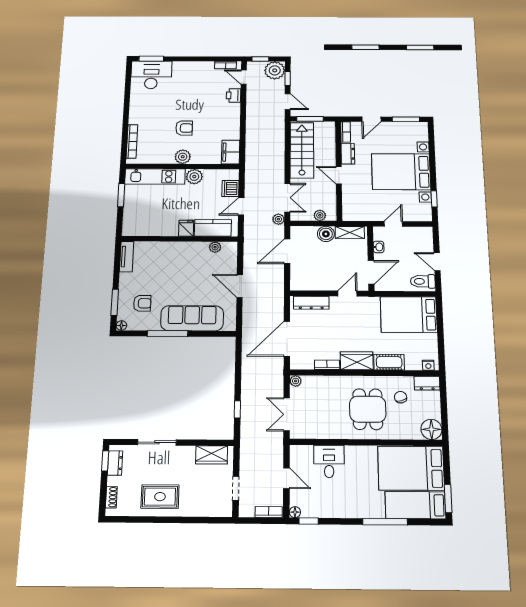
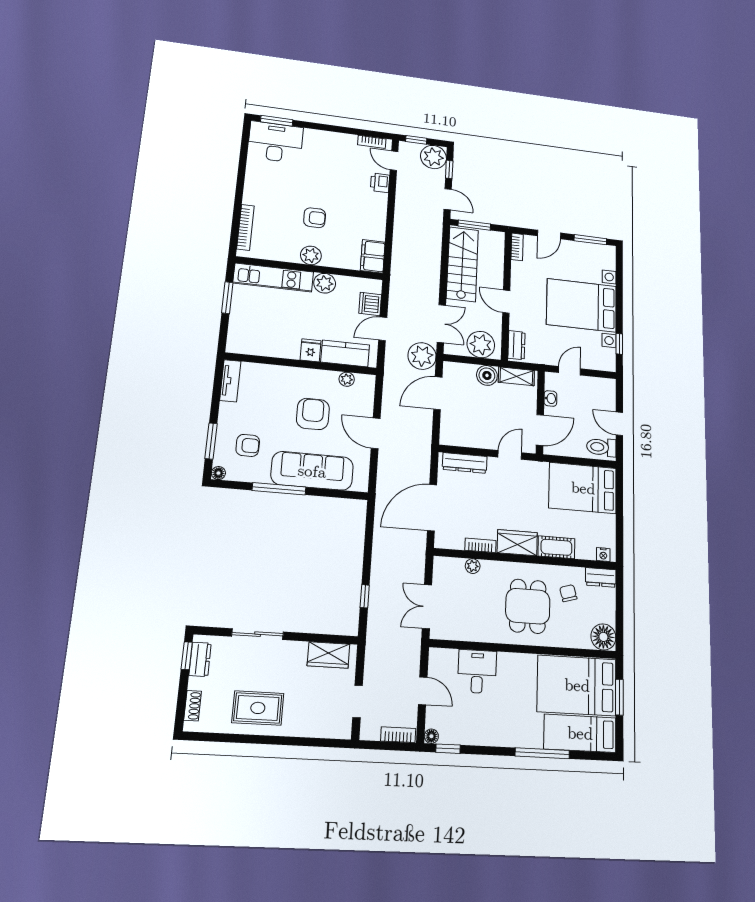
dresser: (348, 154) -> (516, 345), moved
plant: (320, 215) -> (481, 345), width x1.87, depth x1.87
plant: (278, 219) -> (422, 356), width x1.87, depth x1.87
armchair: (190, 276) -> (313, 414), added
plant: (296, 381) -> (473, 566), moved
window: (448, 499) -> (619, 697), moved

